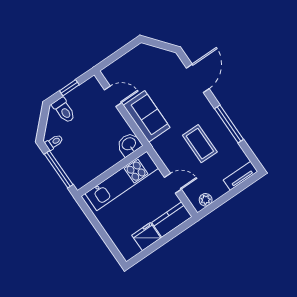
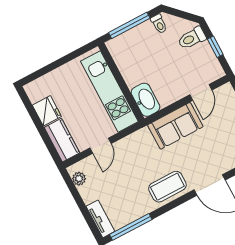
window: (229, 124) -> (131, 227), moved
washbasin: (129, 144) -> (146, 100), width x1.38
coffee table: (200, 144) -> (167, 187), moved

